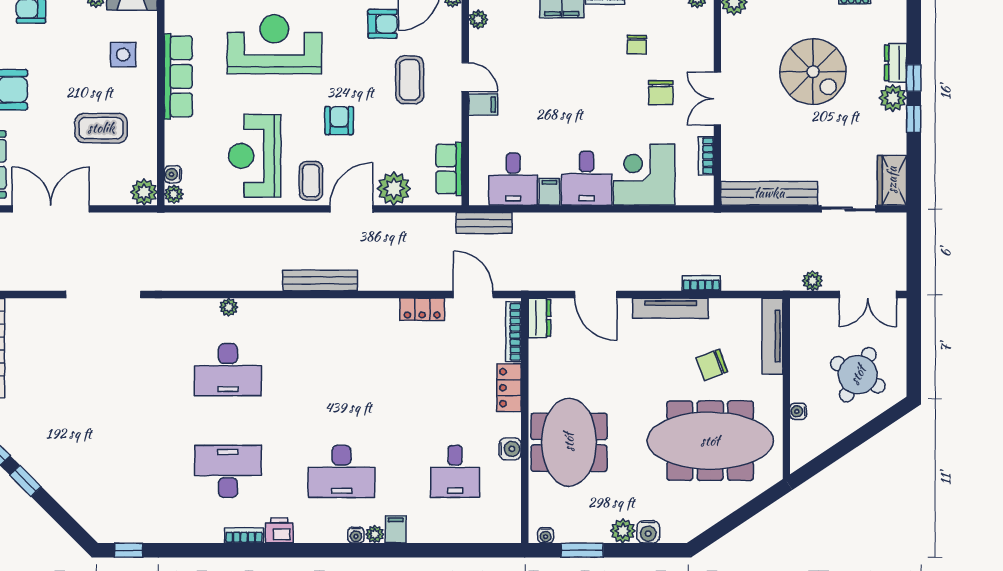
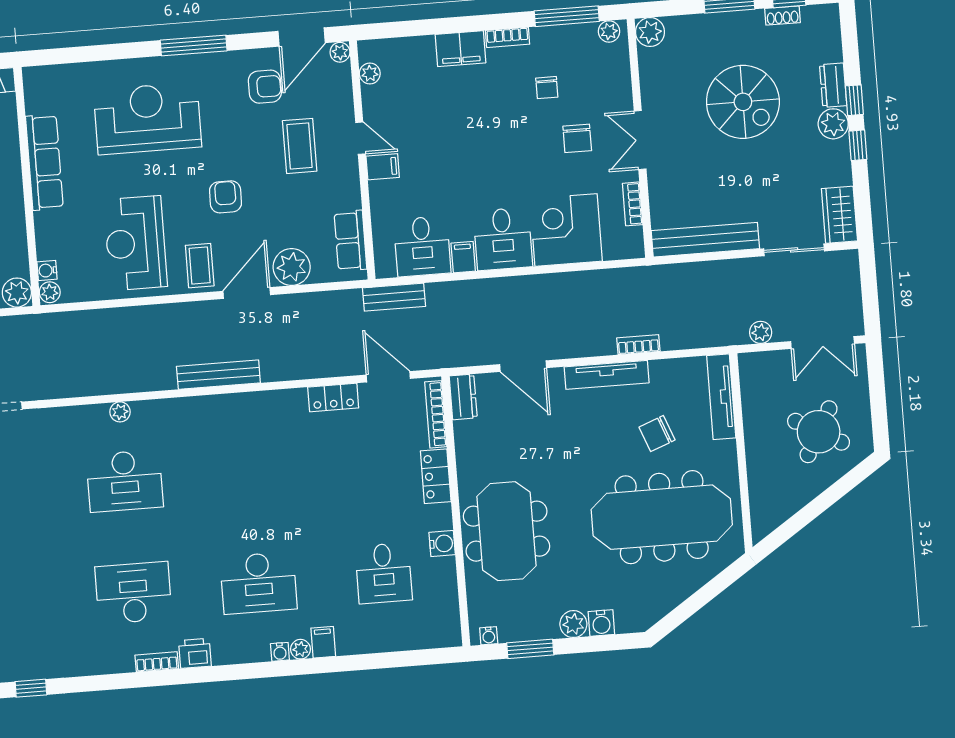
water cooler: (798, 411) -> (756, 477), removed

